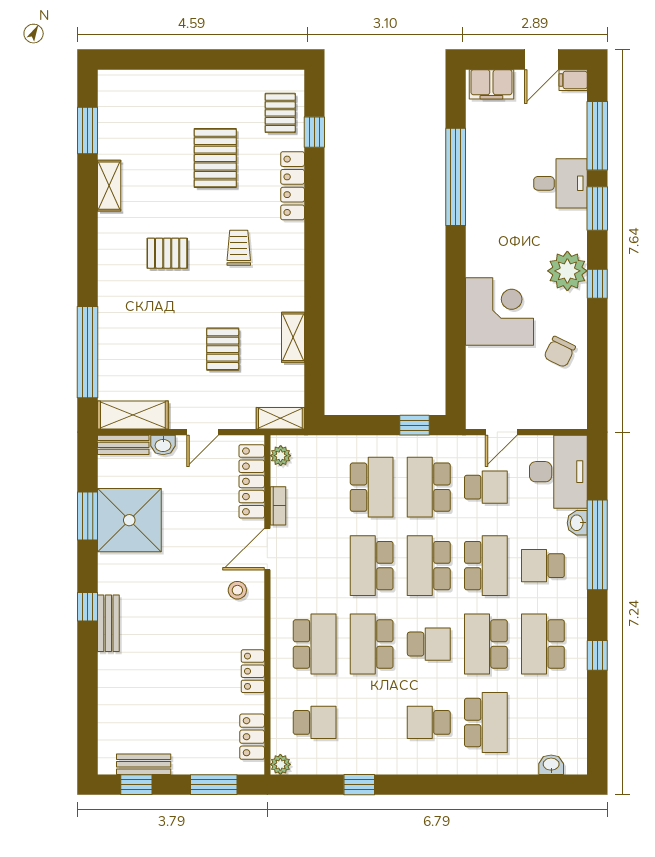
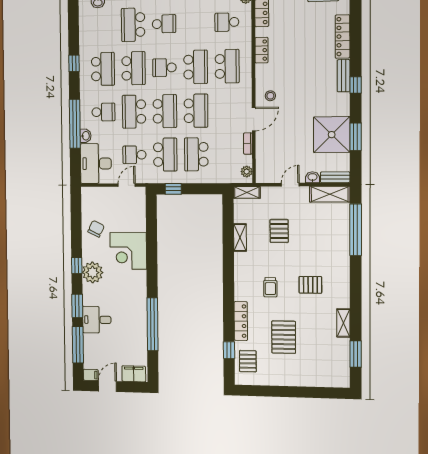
locker: (252, 481) -> (343, 37), moved, turned 180
school desk: (315, 644) -> (227, 66), turned 180

